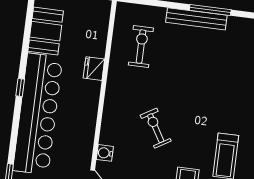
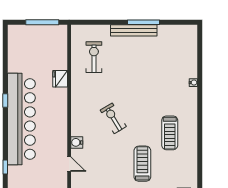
booth: (46, 31) -> (19, 55), removed

